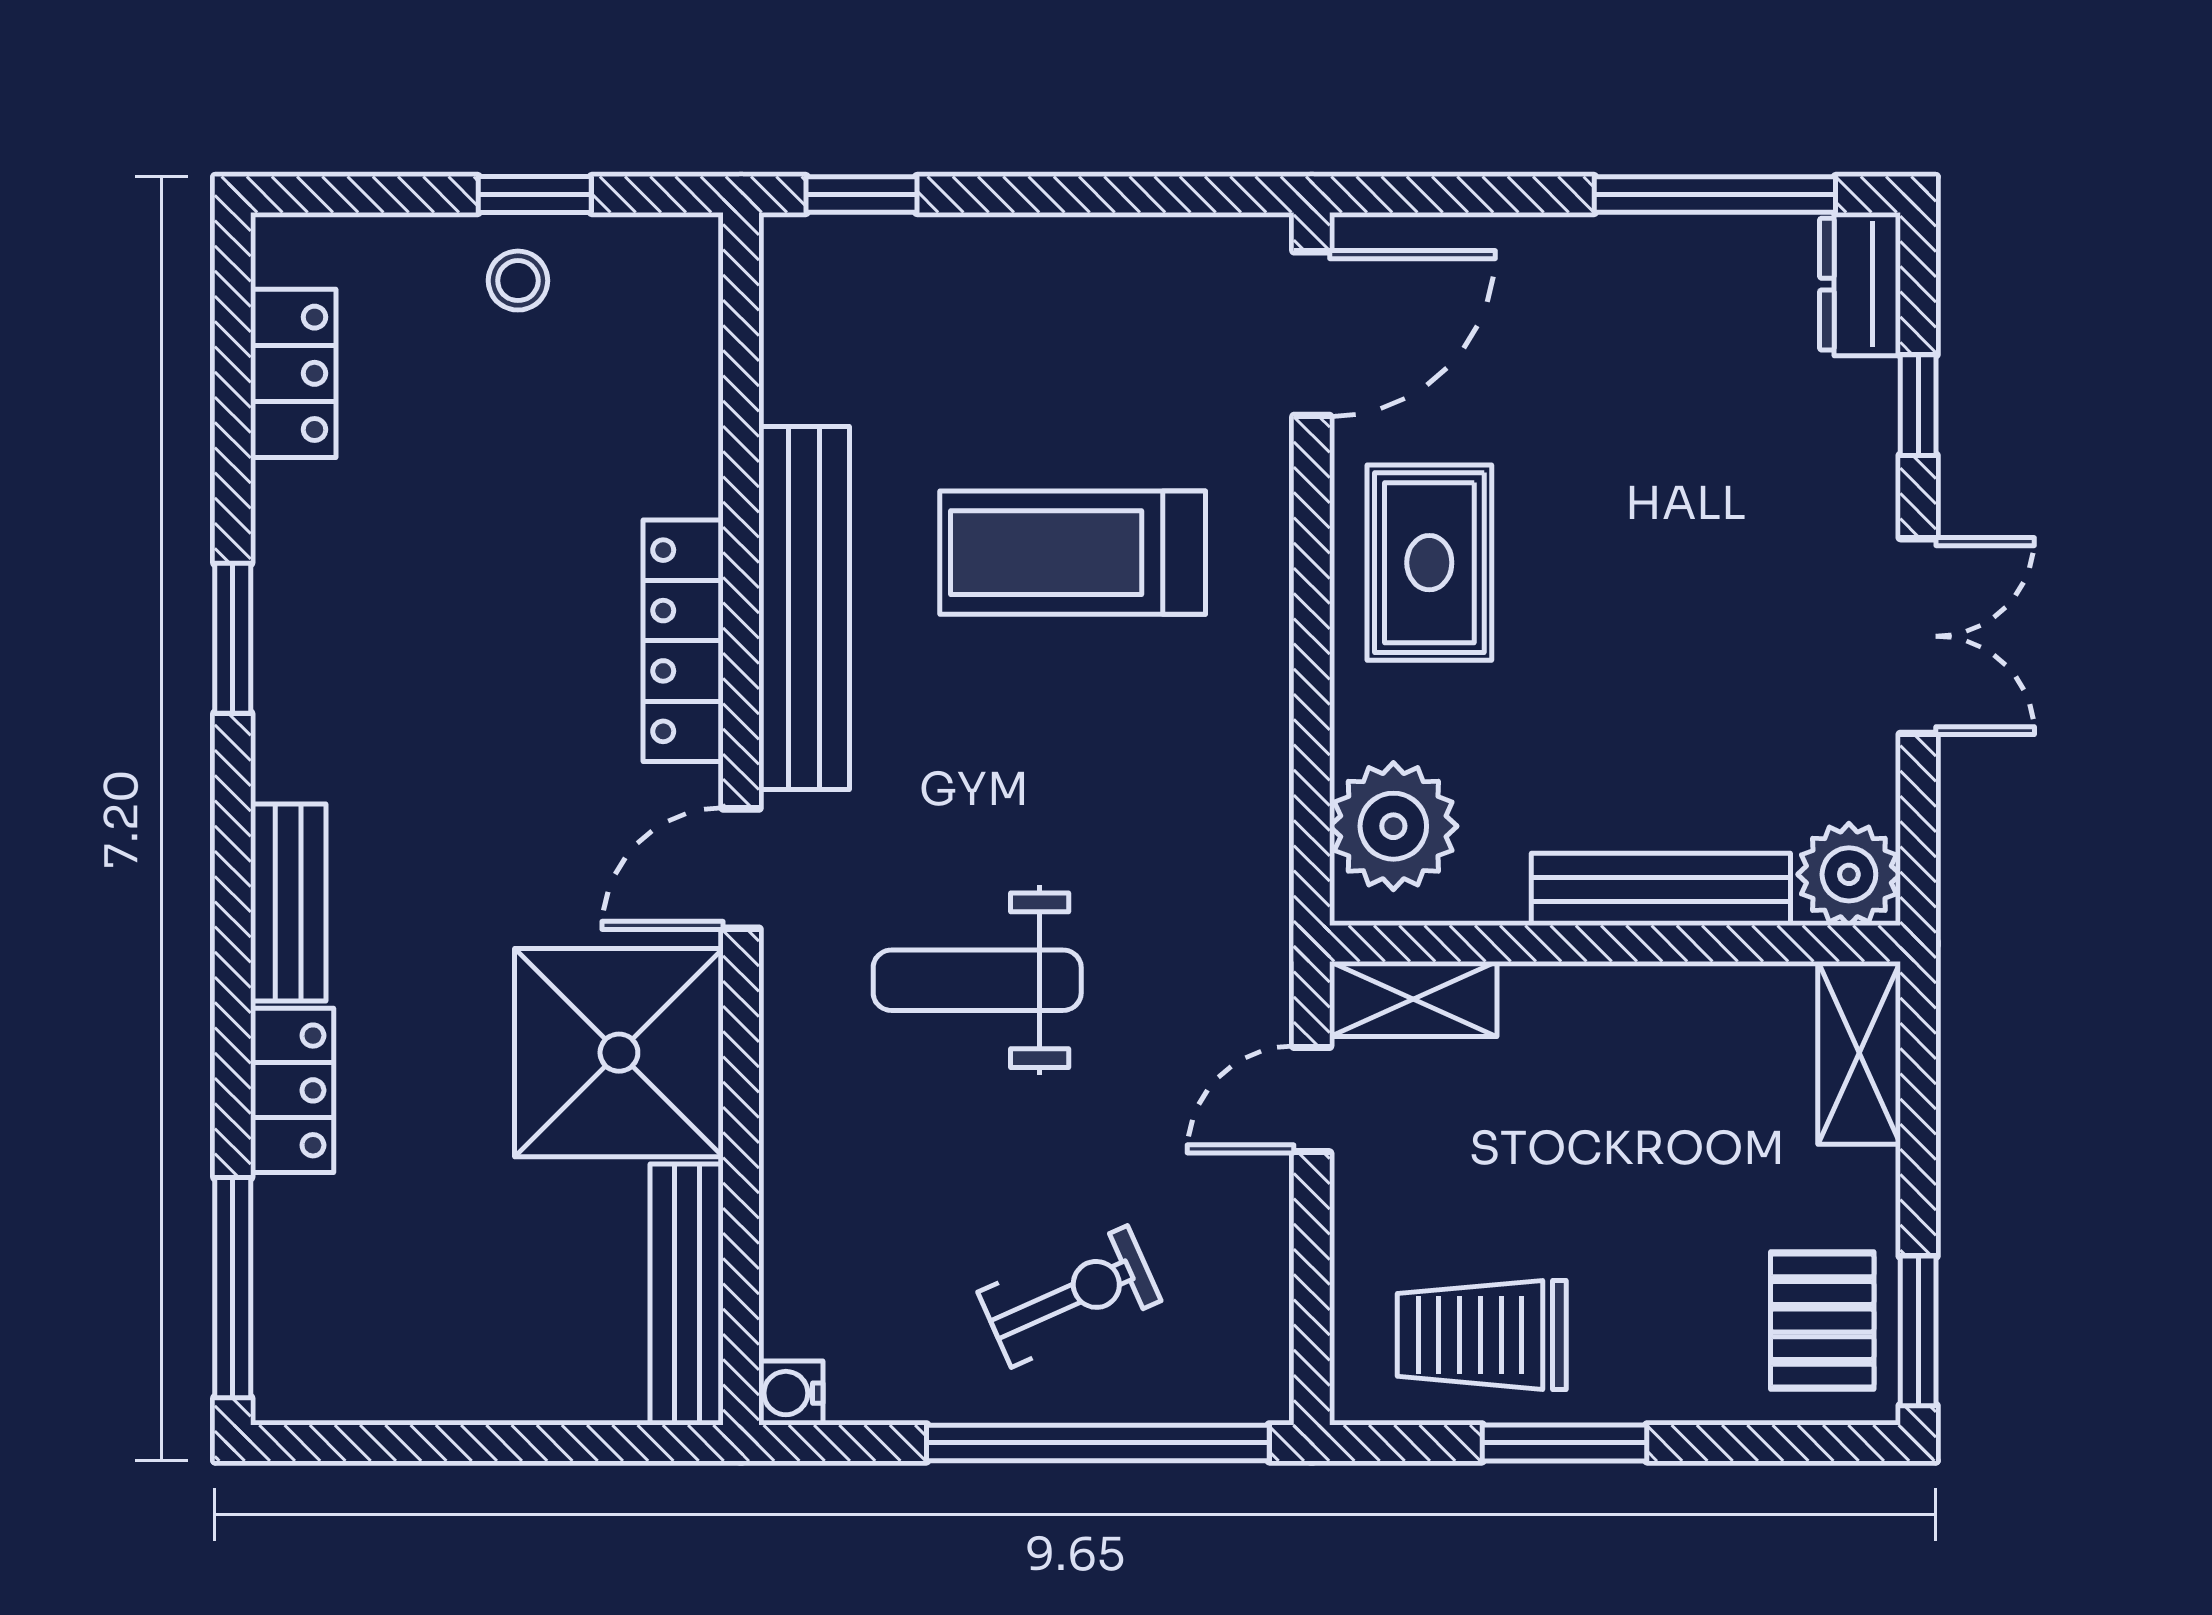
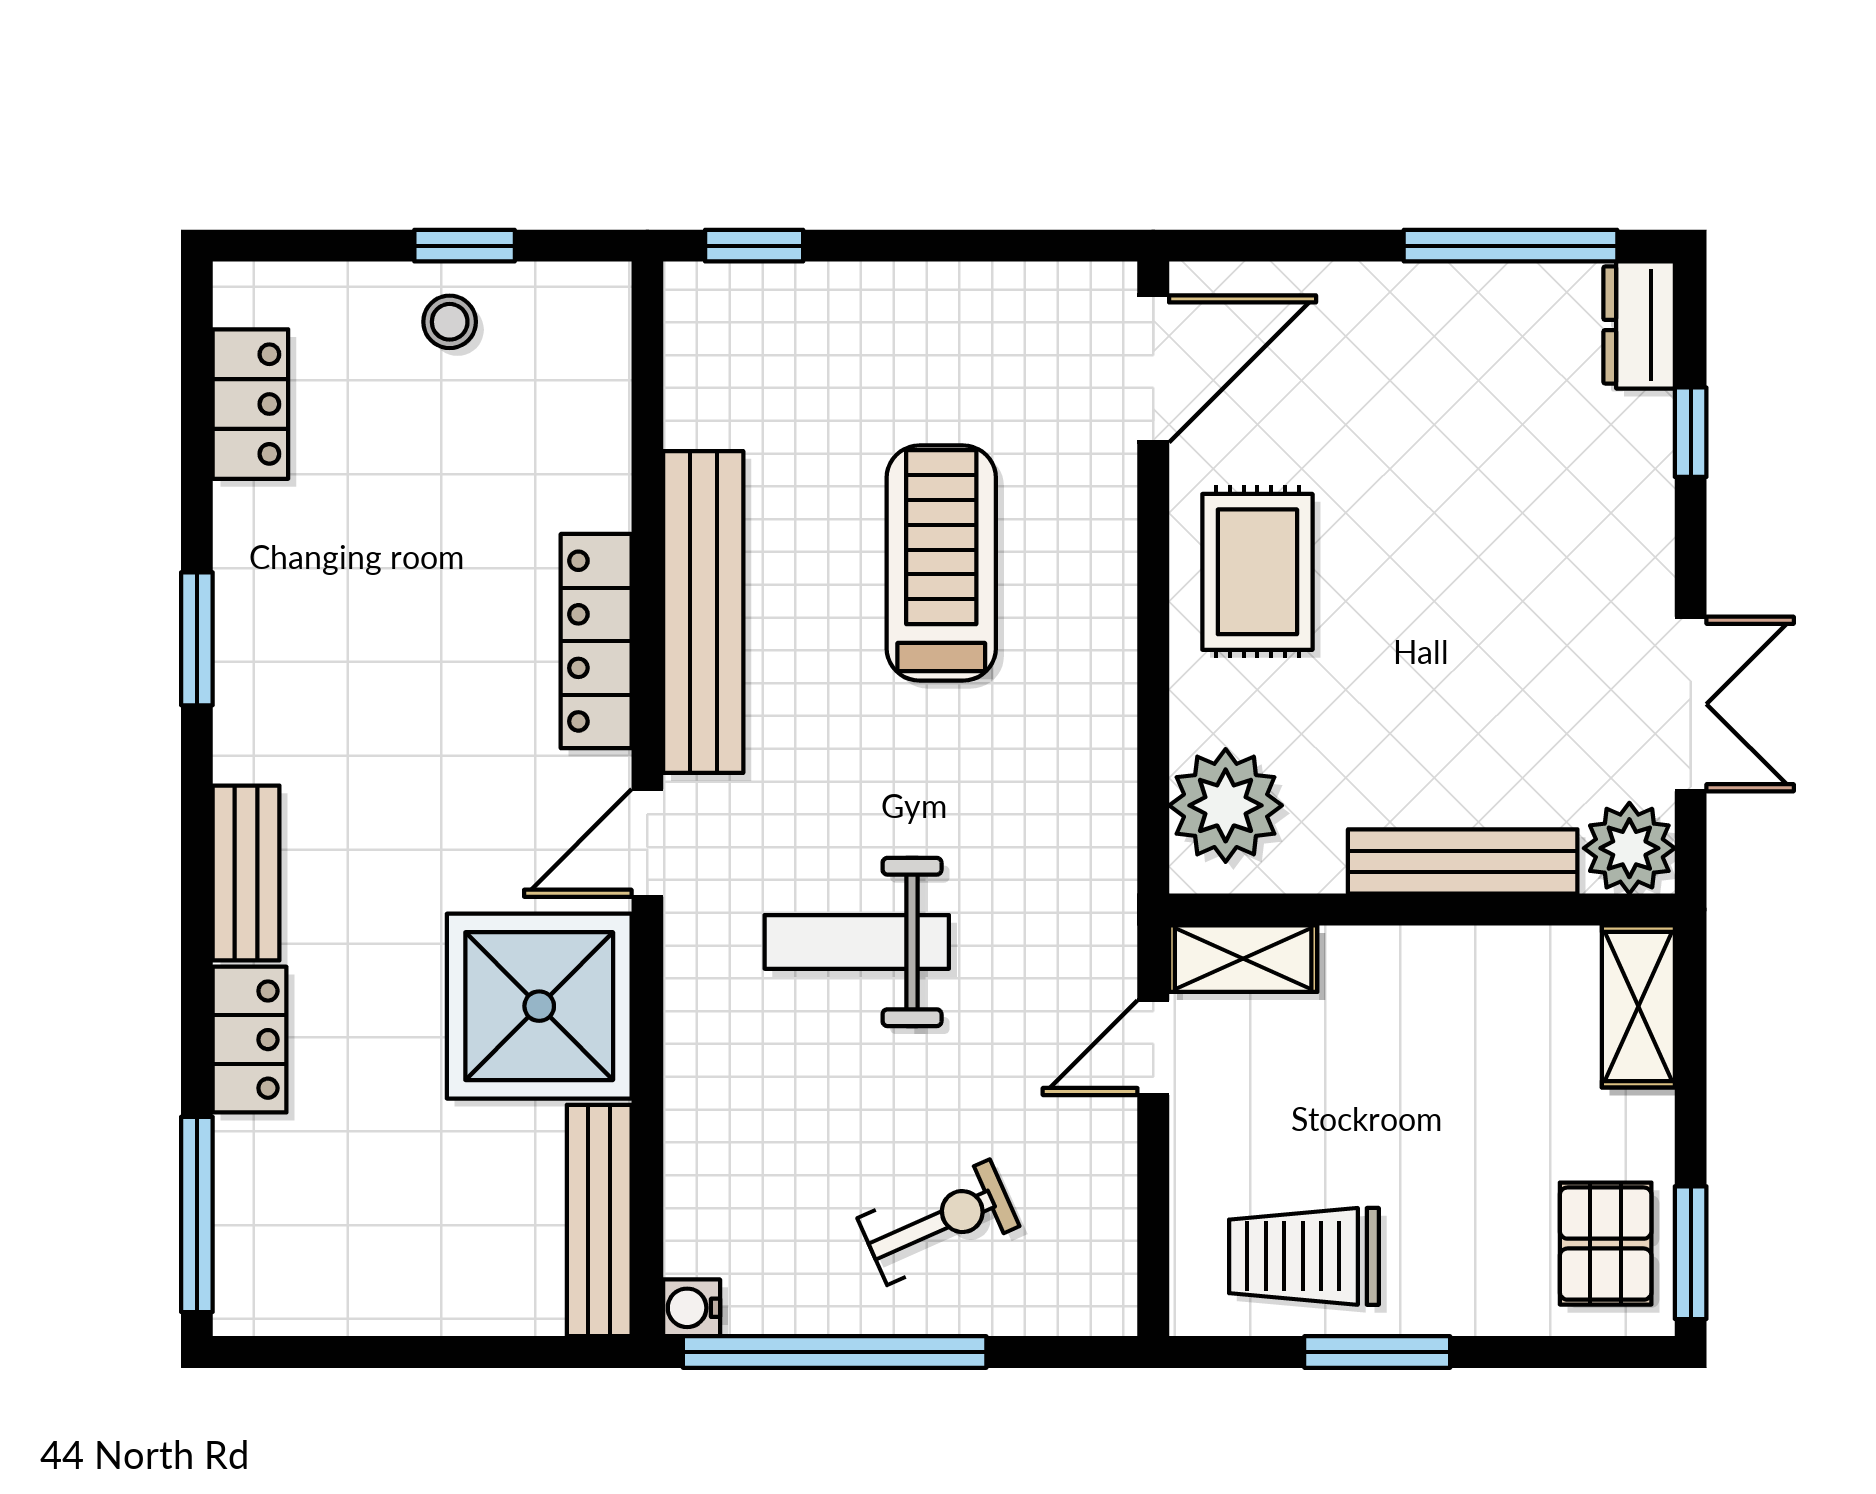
treadmill: (1073, 553) -> (941, 563), turned 90
double door: (1918, 636) -> (1691, 704), moved
window: (1098, 1443) -> (835, 1352), moved

